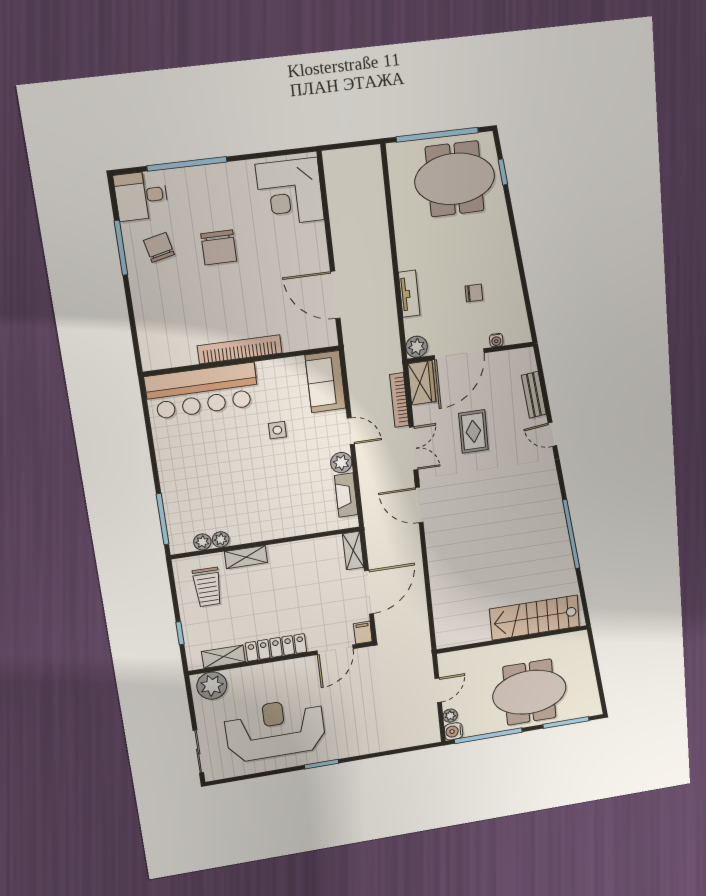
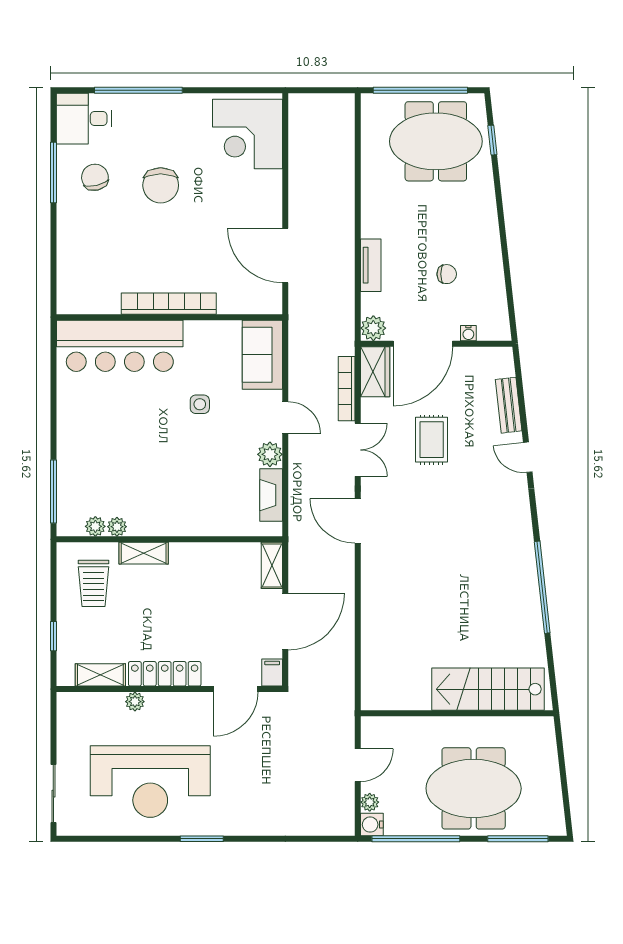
plant: (212, 686) -> (135, 702), moved, width x0.53, depth x0.53
reception desk: (275, 730) -> (150, 782), turned 180

